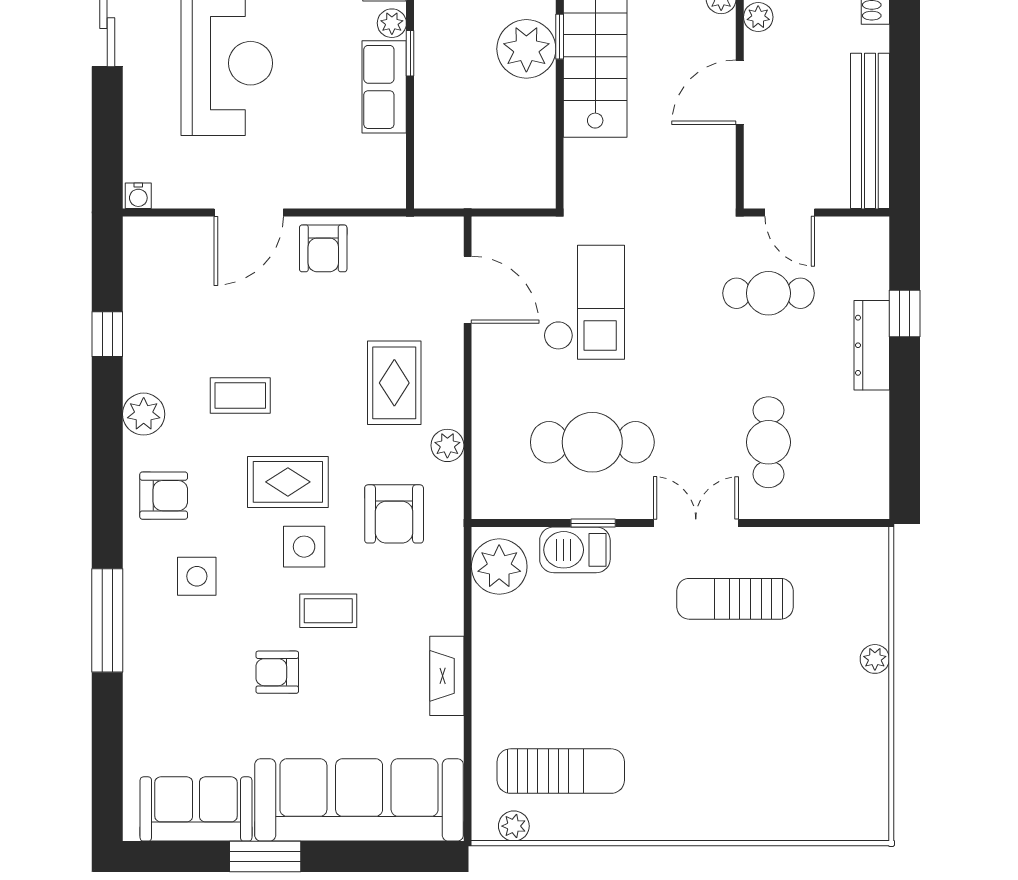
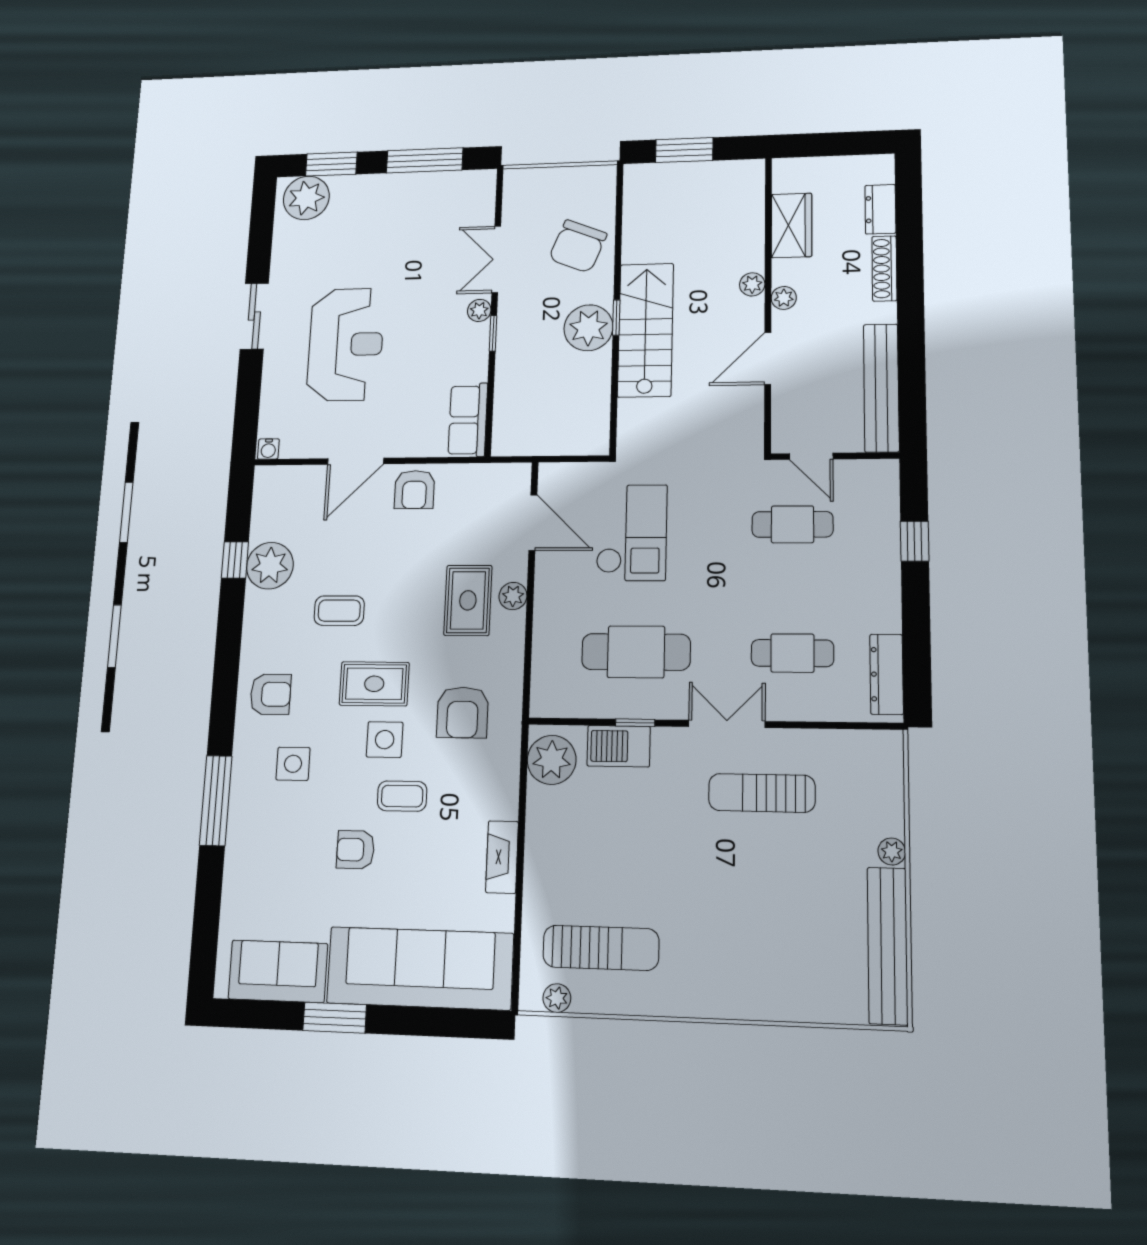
row of seats: (384, 87) -> (468, 420), moved
dresser: (872, 345) -> (887, 674), moved
plant: (144, 414) -> (270, 566), moved, width x1.36, depth x1.36
cafe table: (768, 442) -> (792, 653), turned 90
plant: (447, 445) -> (513, 596), moved
bench: (869, 758) -> (888, 945), added

